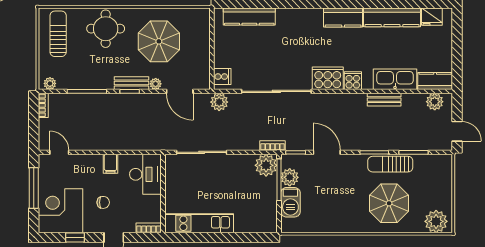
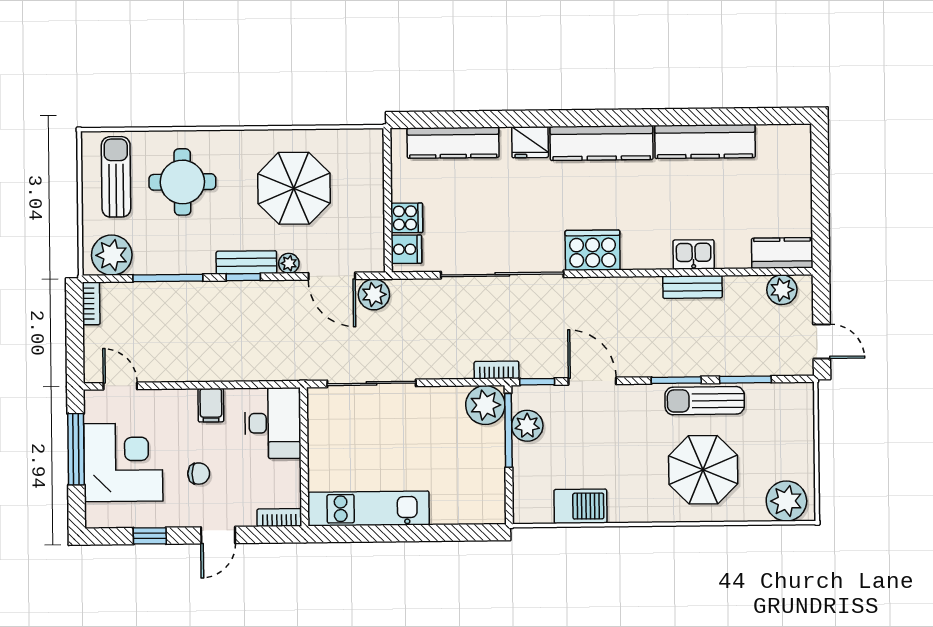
fridge: (432, 17) -> (530, 142), moved
kitchen counter: (343, 18) -> (602, 143), width x1.50
round table: (106, 29) -> (182, 182), moved
kitchen sink: (395, 79) -> (694, 254), width x0.53, depth x0.81
cooker: (353, 81) -> (407, 218), moved, turned 90
plant: (50, 83) -> (112, 255), width x1.87, depth x1.87
plant: (219, 102) -> (374, 295), moved
barbecue: (290, 202) -> (580, 506), moved, turned -90
corner desk: (61, 211) -> (123, 462), moved, turned 90

